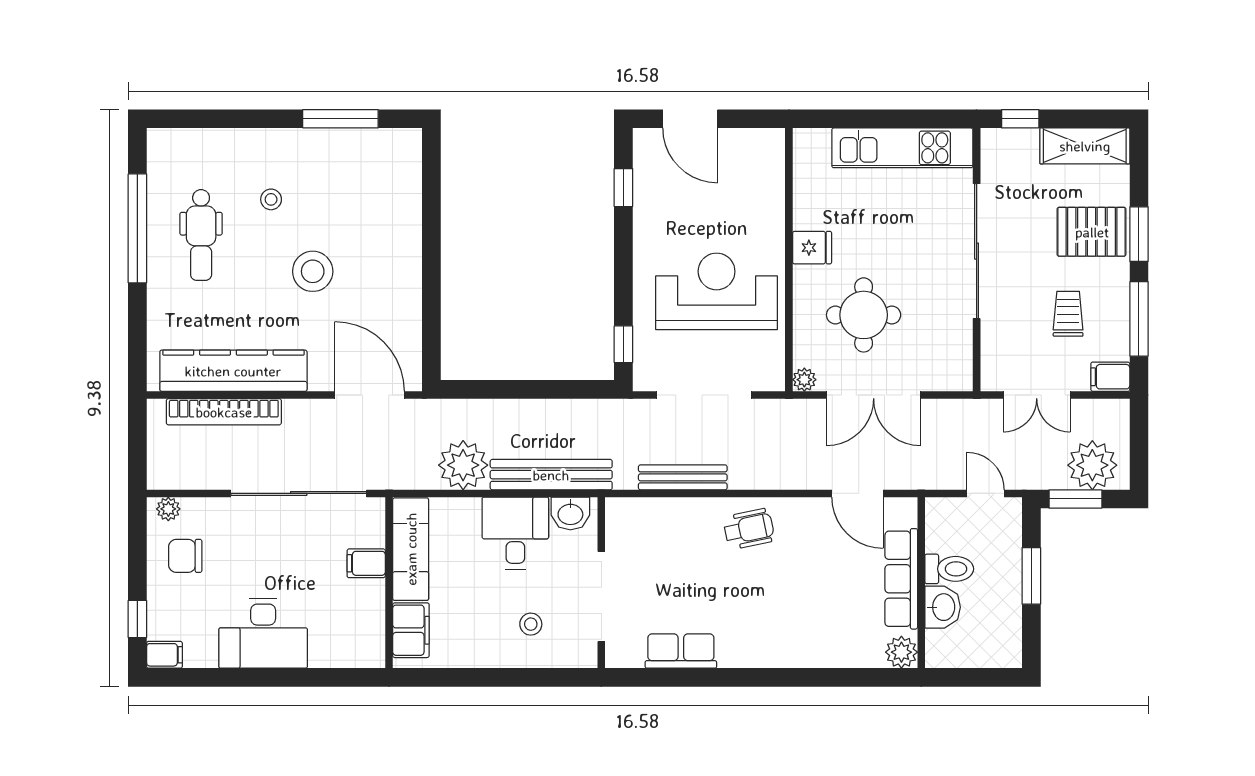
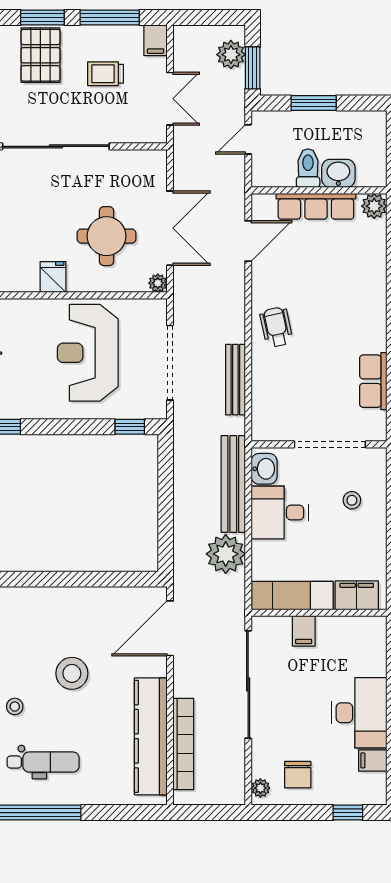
plant: (1092, 465) -> (231, 55), width x0.73, depth x0.73
filing cabinet: (164, 655) -> (373, 760), moved, turned -90

